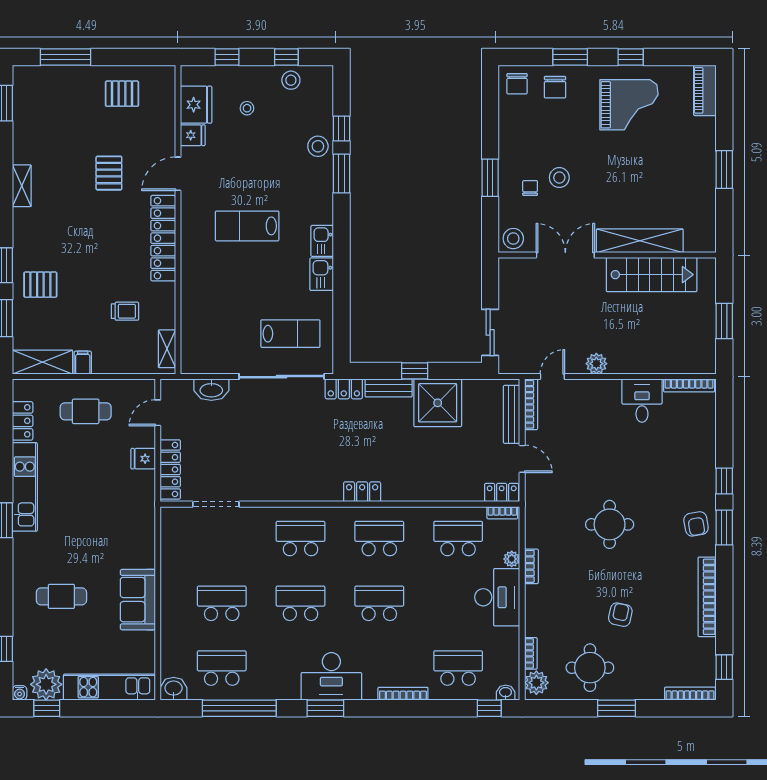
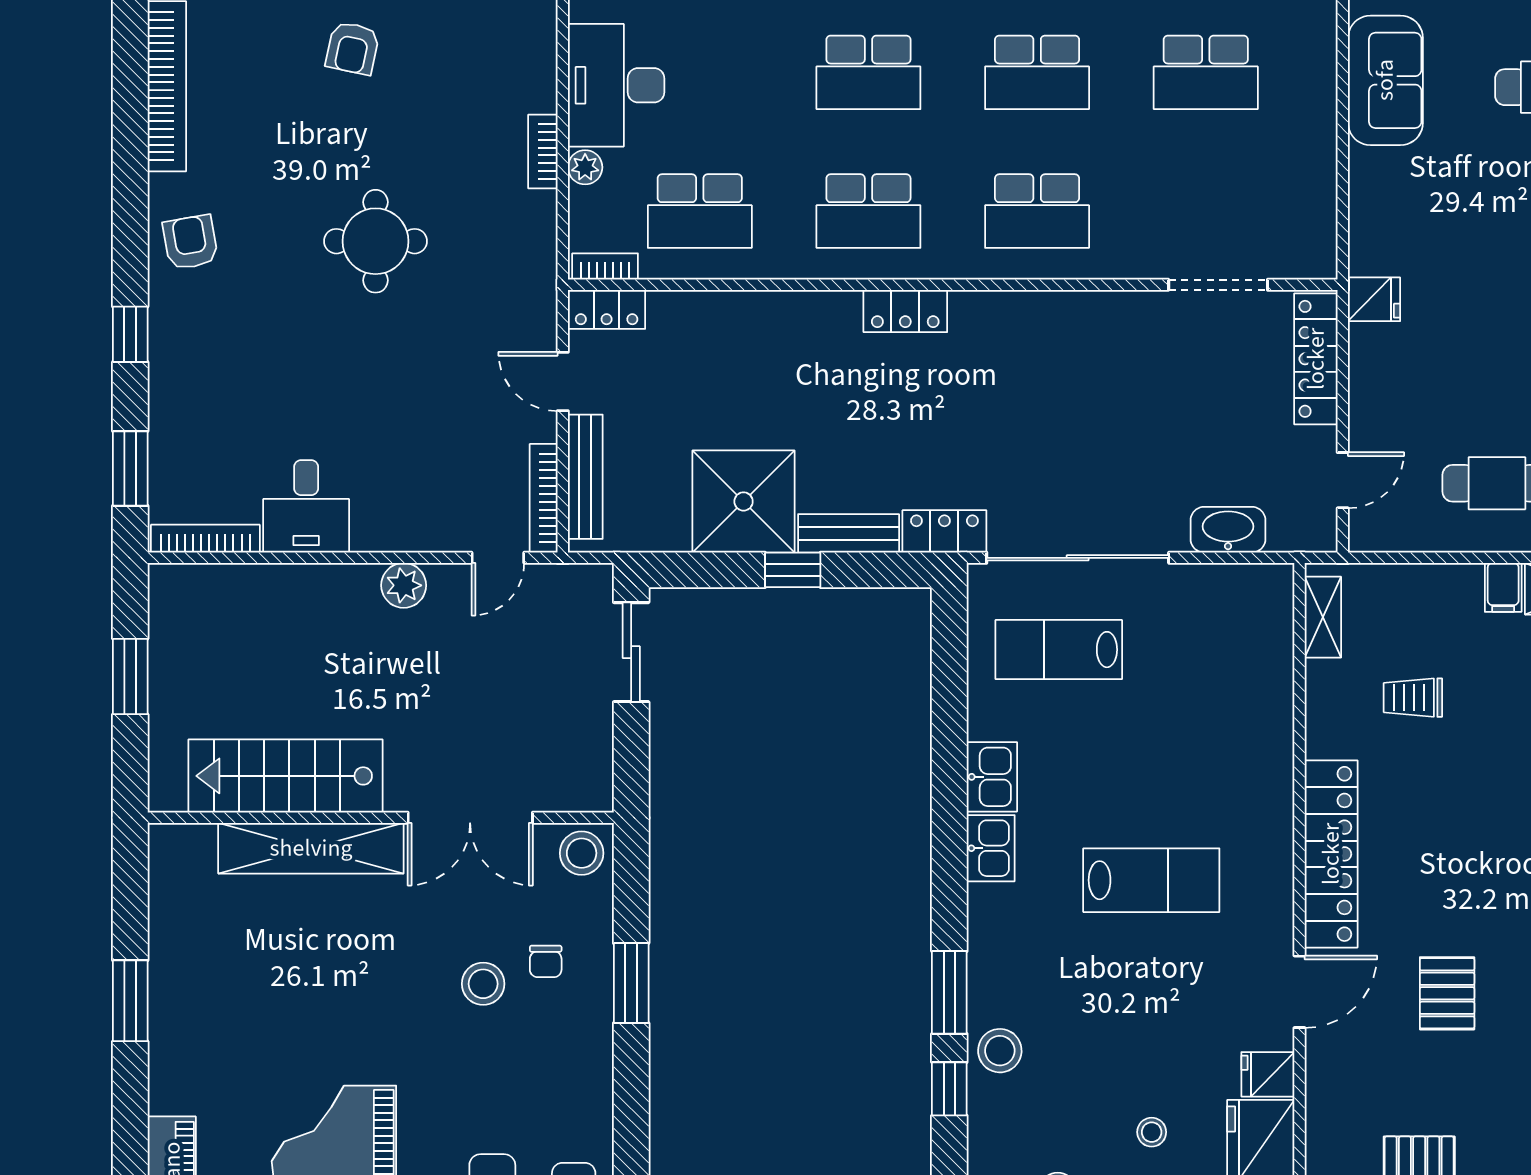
fridge: (143, 459) -> (1374, 299), moved
window: (724, 528) -> (130, 468), moved

